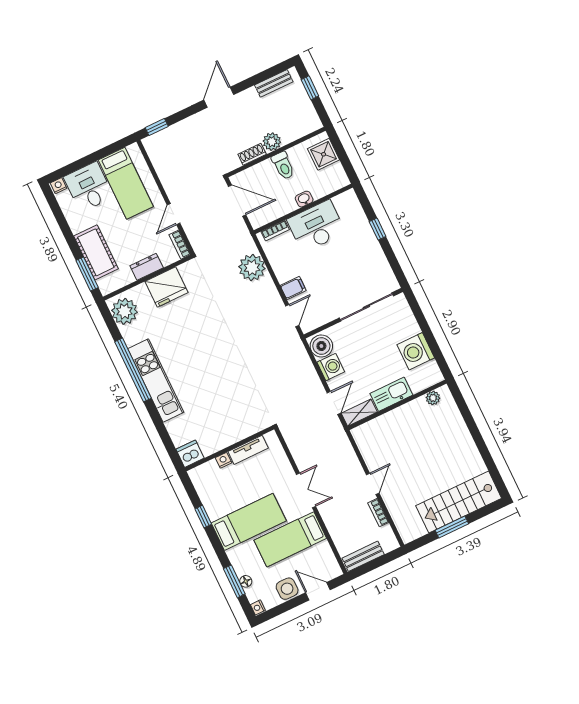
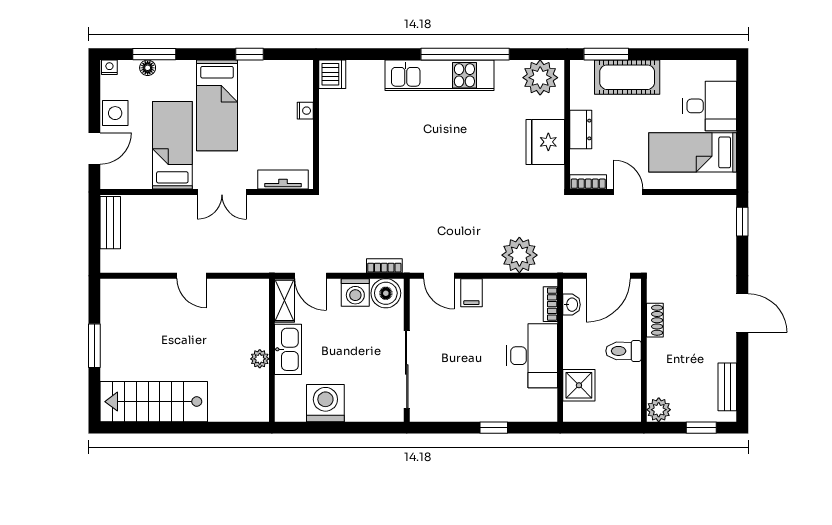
plant: (272, 142) -> (659, 410), moved
shower: (324, 154) -> (579, 385), moved
nightstand: (59, 186) -> (728, 71), removed
washbasin: (304, 199) -> (572, 305), moved
plant: (433, 398) -> (260, 359), moved
tv unit: (248, 450) -> (283, 180), moved, turned 90
stairs: (459, 502) -> (154, 402), moved, turned -90
bookcase: (378, 513) -> (384, 266), moved

